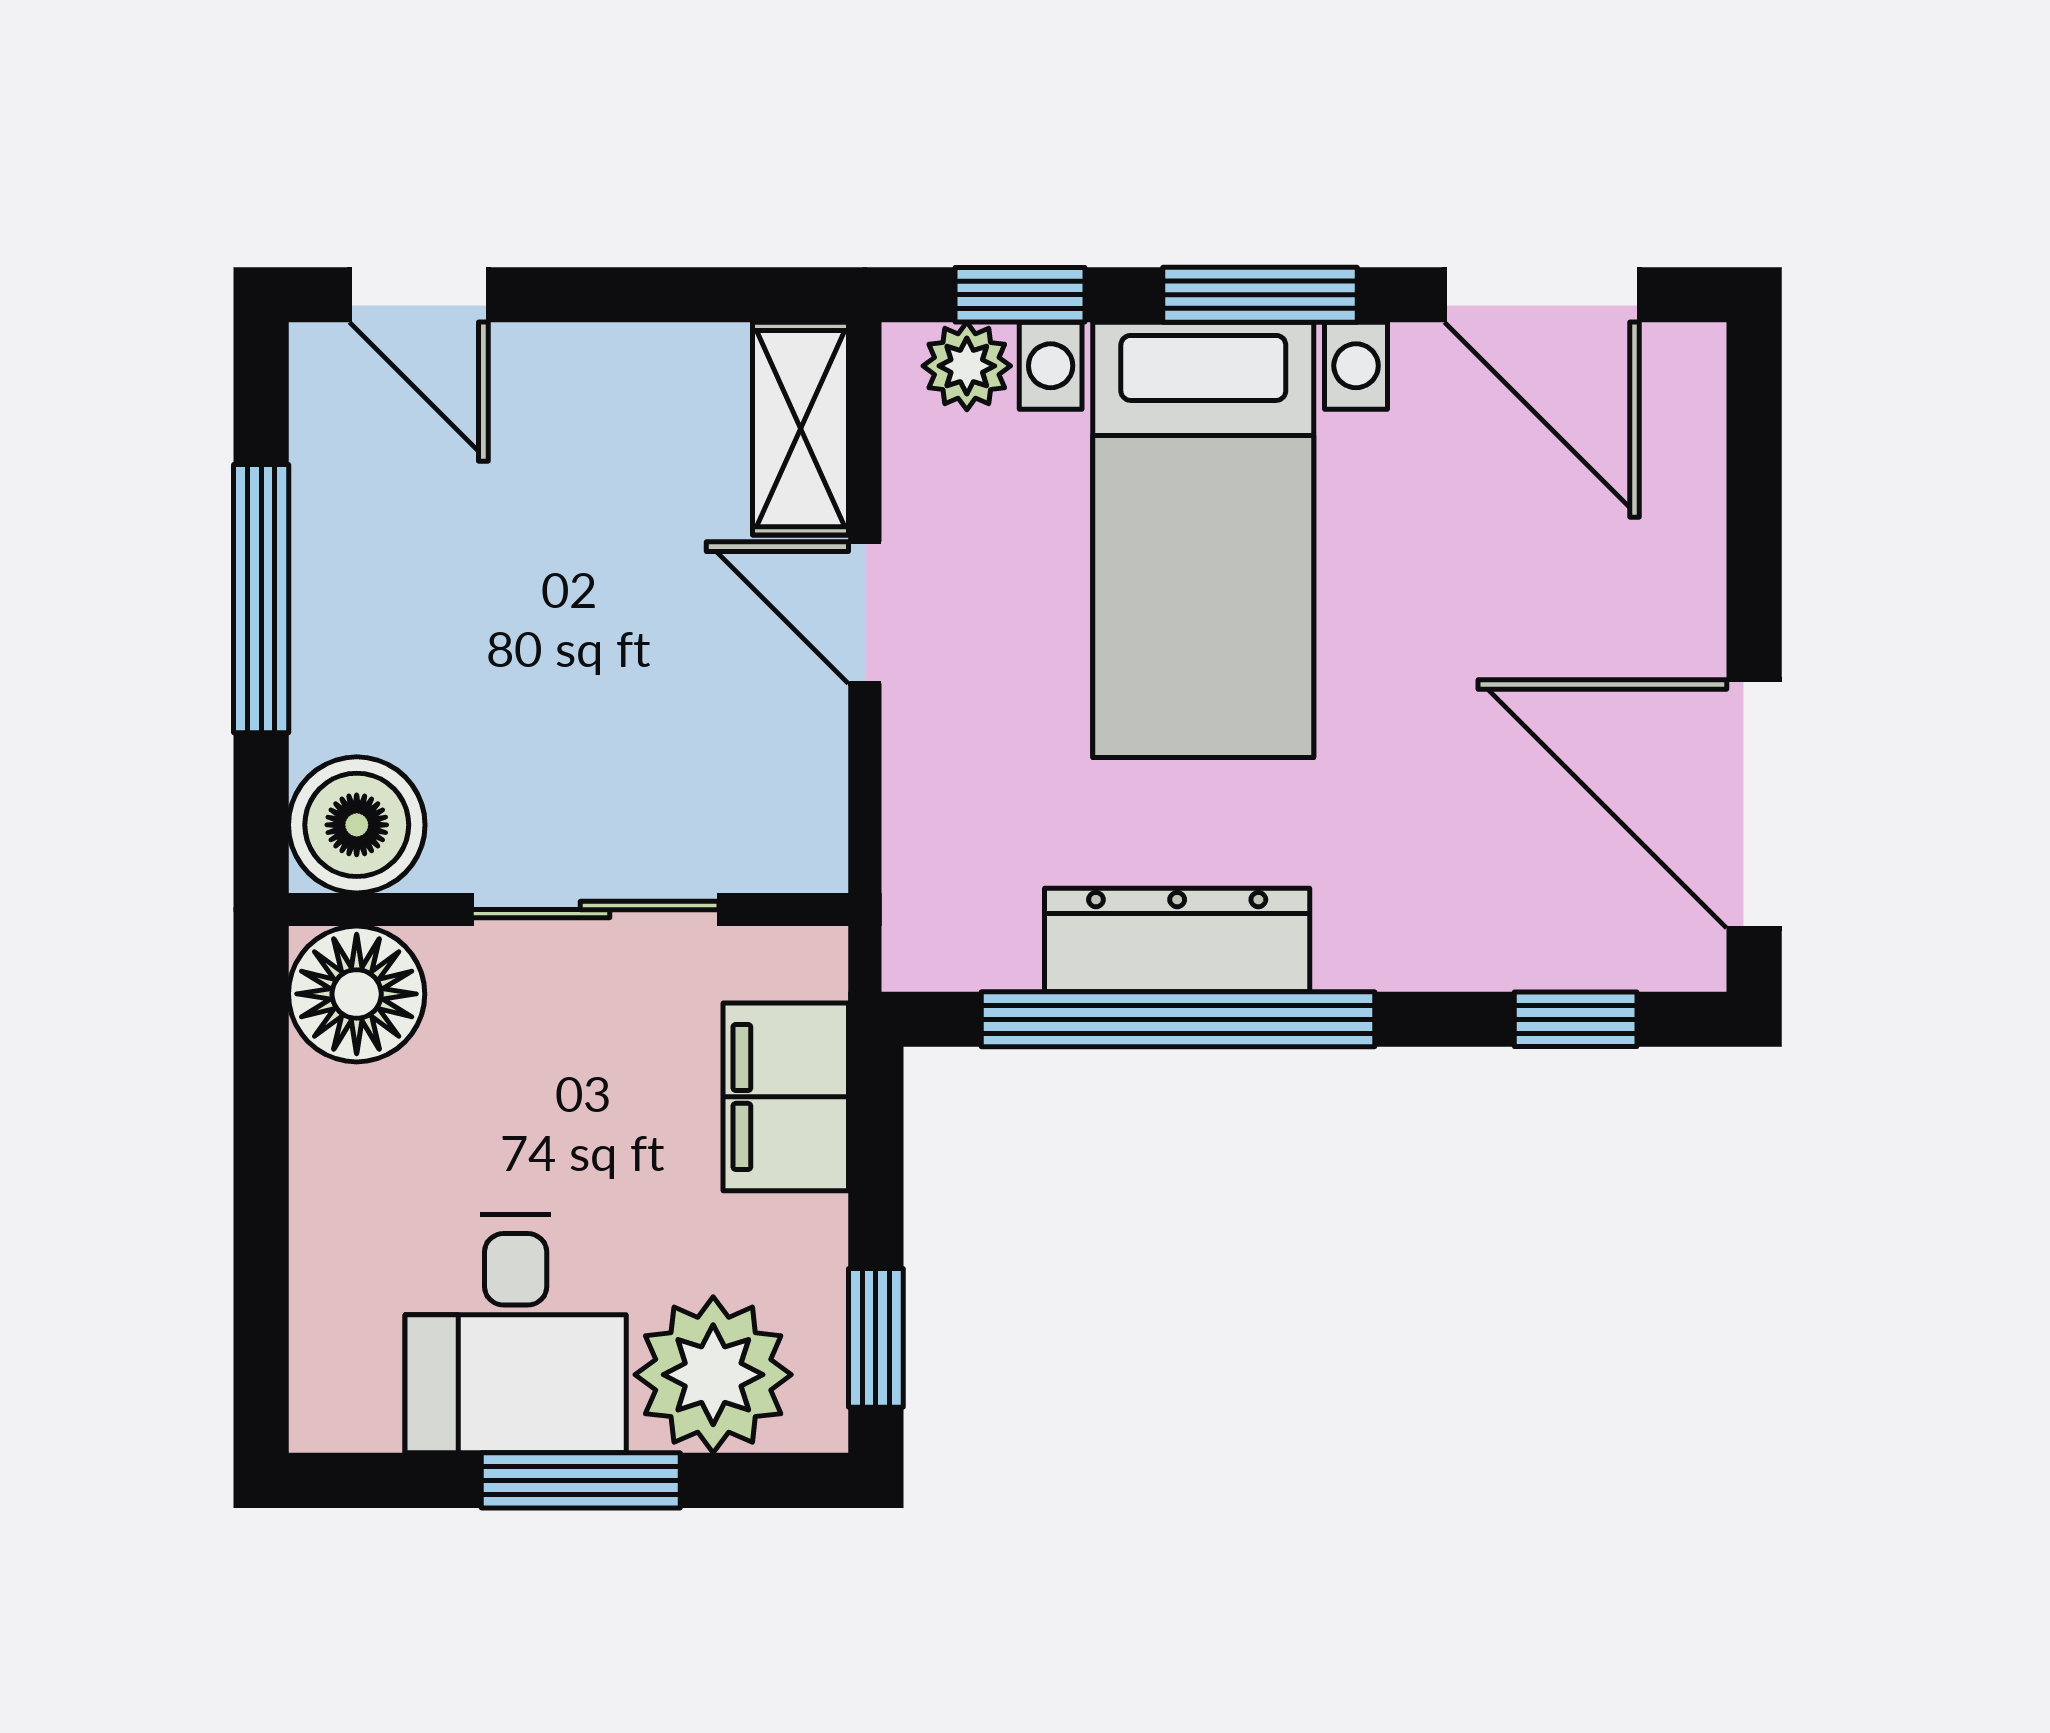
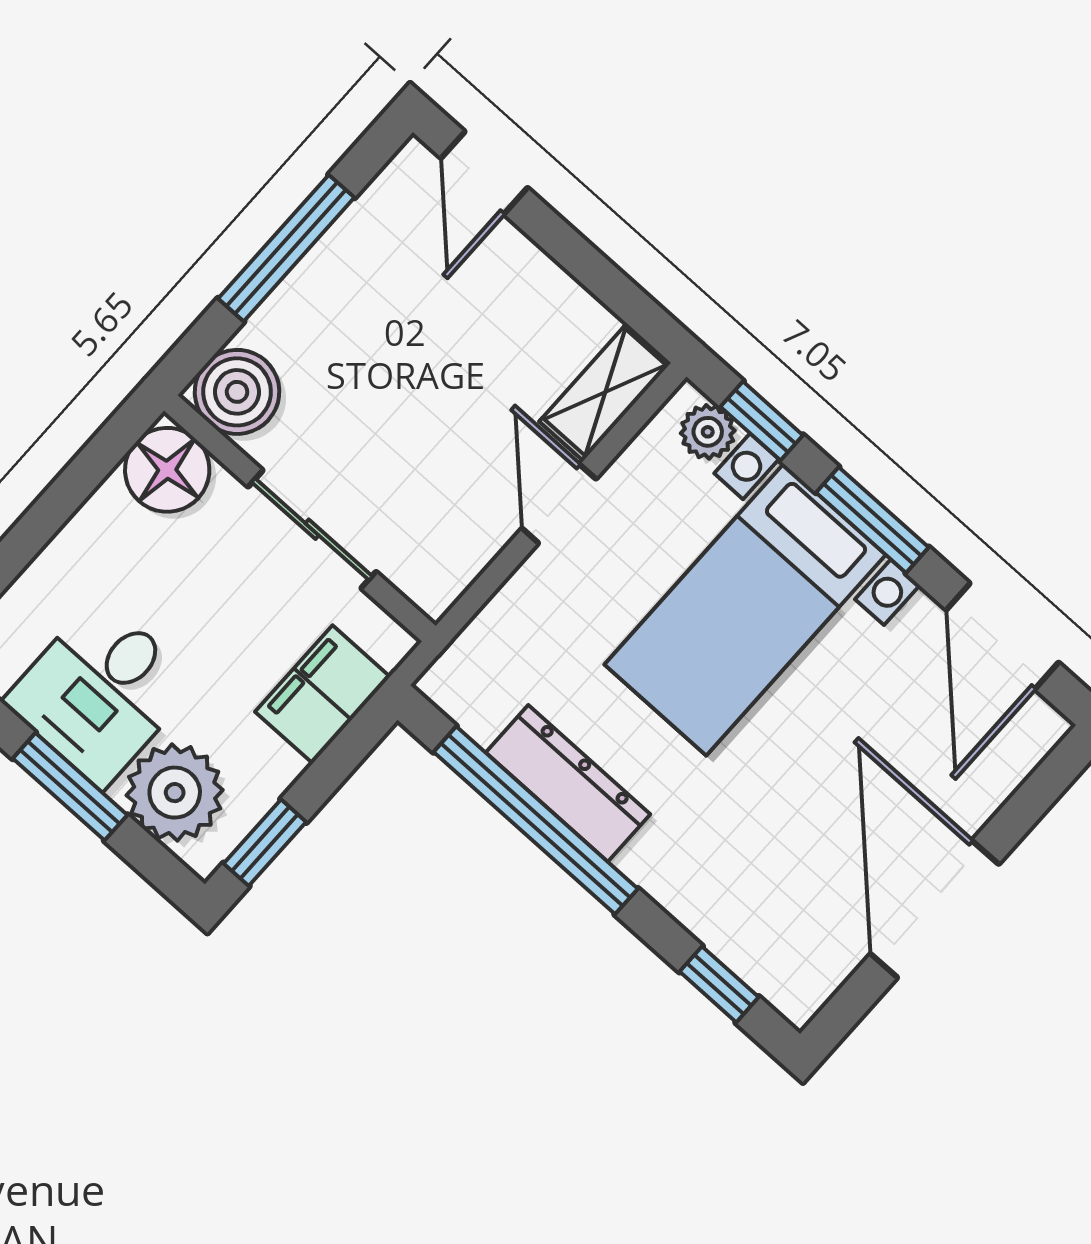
door: (1754, 804) -> (935, 909), moved

